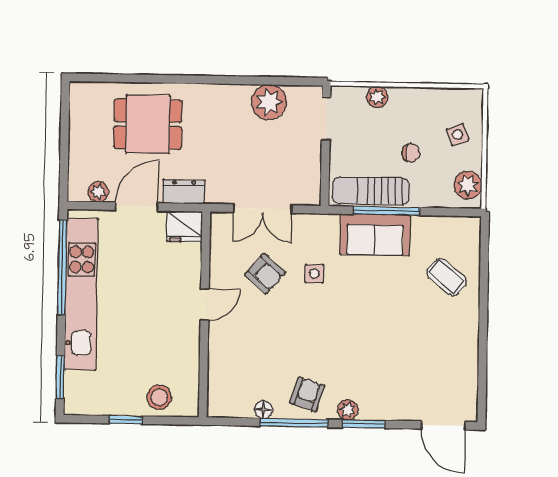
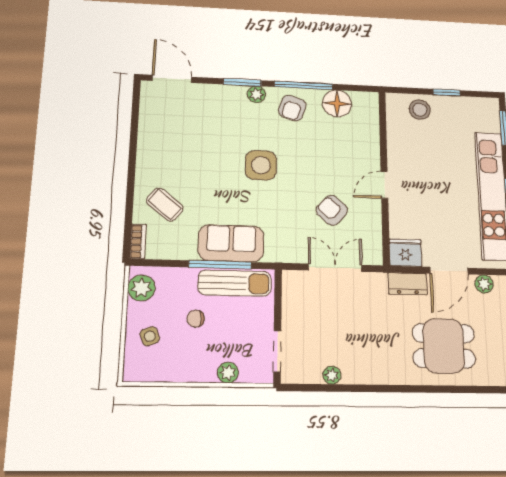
plant: (269, 102) -> (332, 375), width x0.53, depth x0.53
bookcase: (473, 235) -> (138, 242), added
side table: (314, 274) -> (261, 165), moved, width x1.87, depth x1.87
floor lamp: (263, 410) -> (337, 103), width x1.89, depth x1.89

